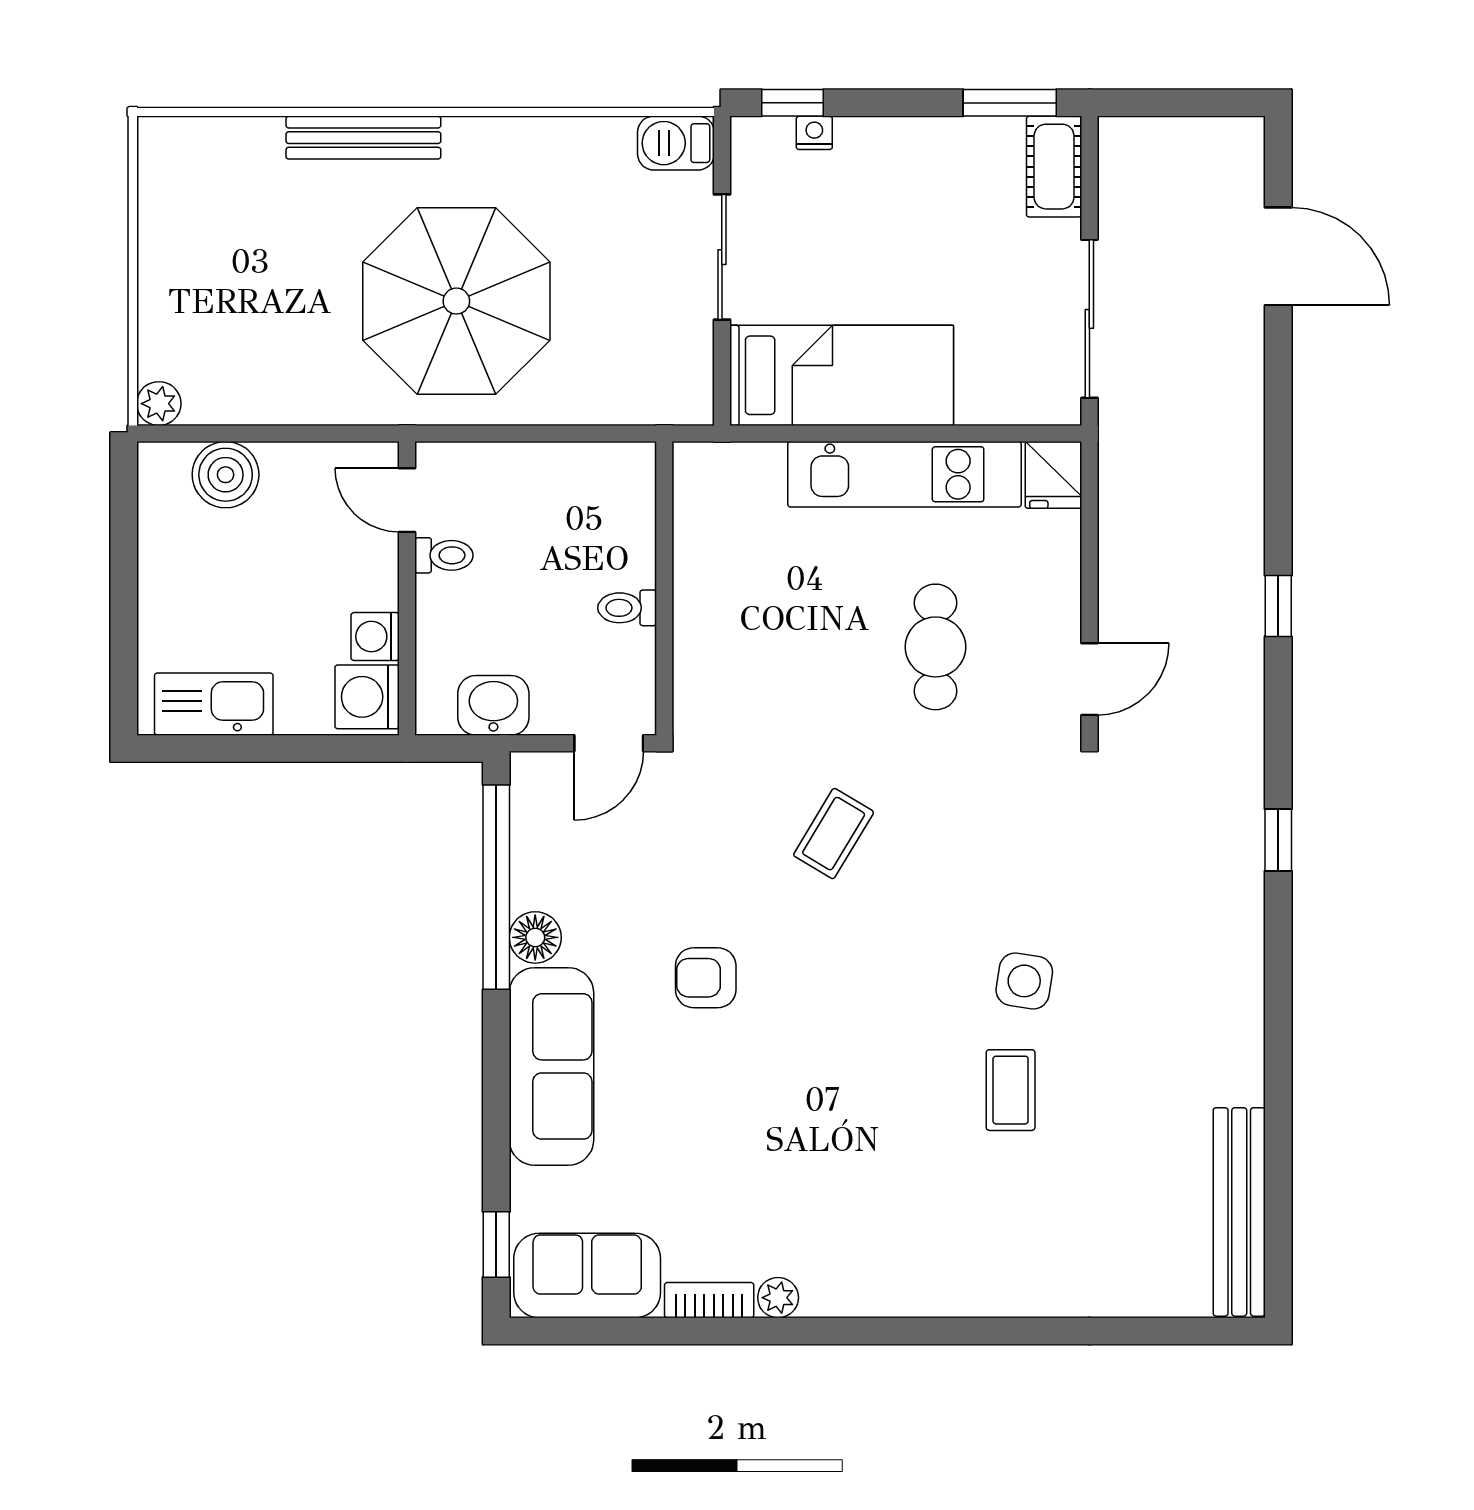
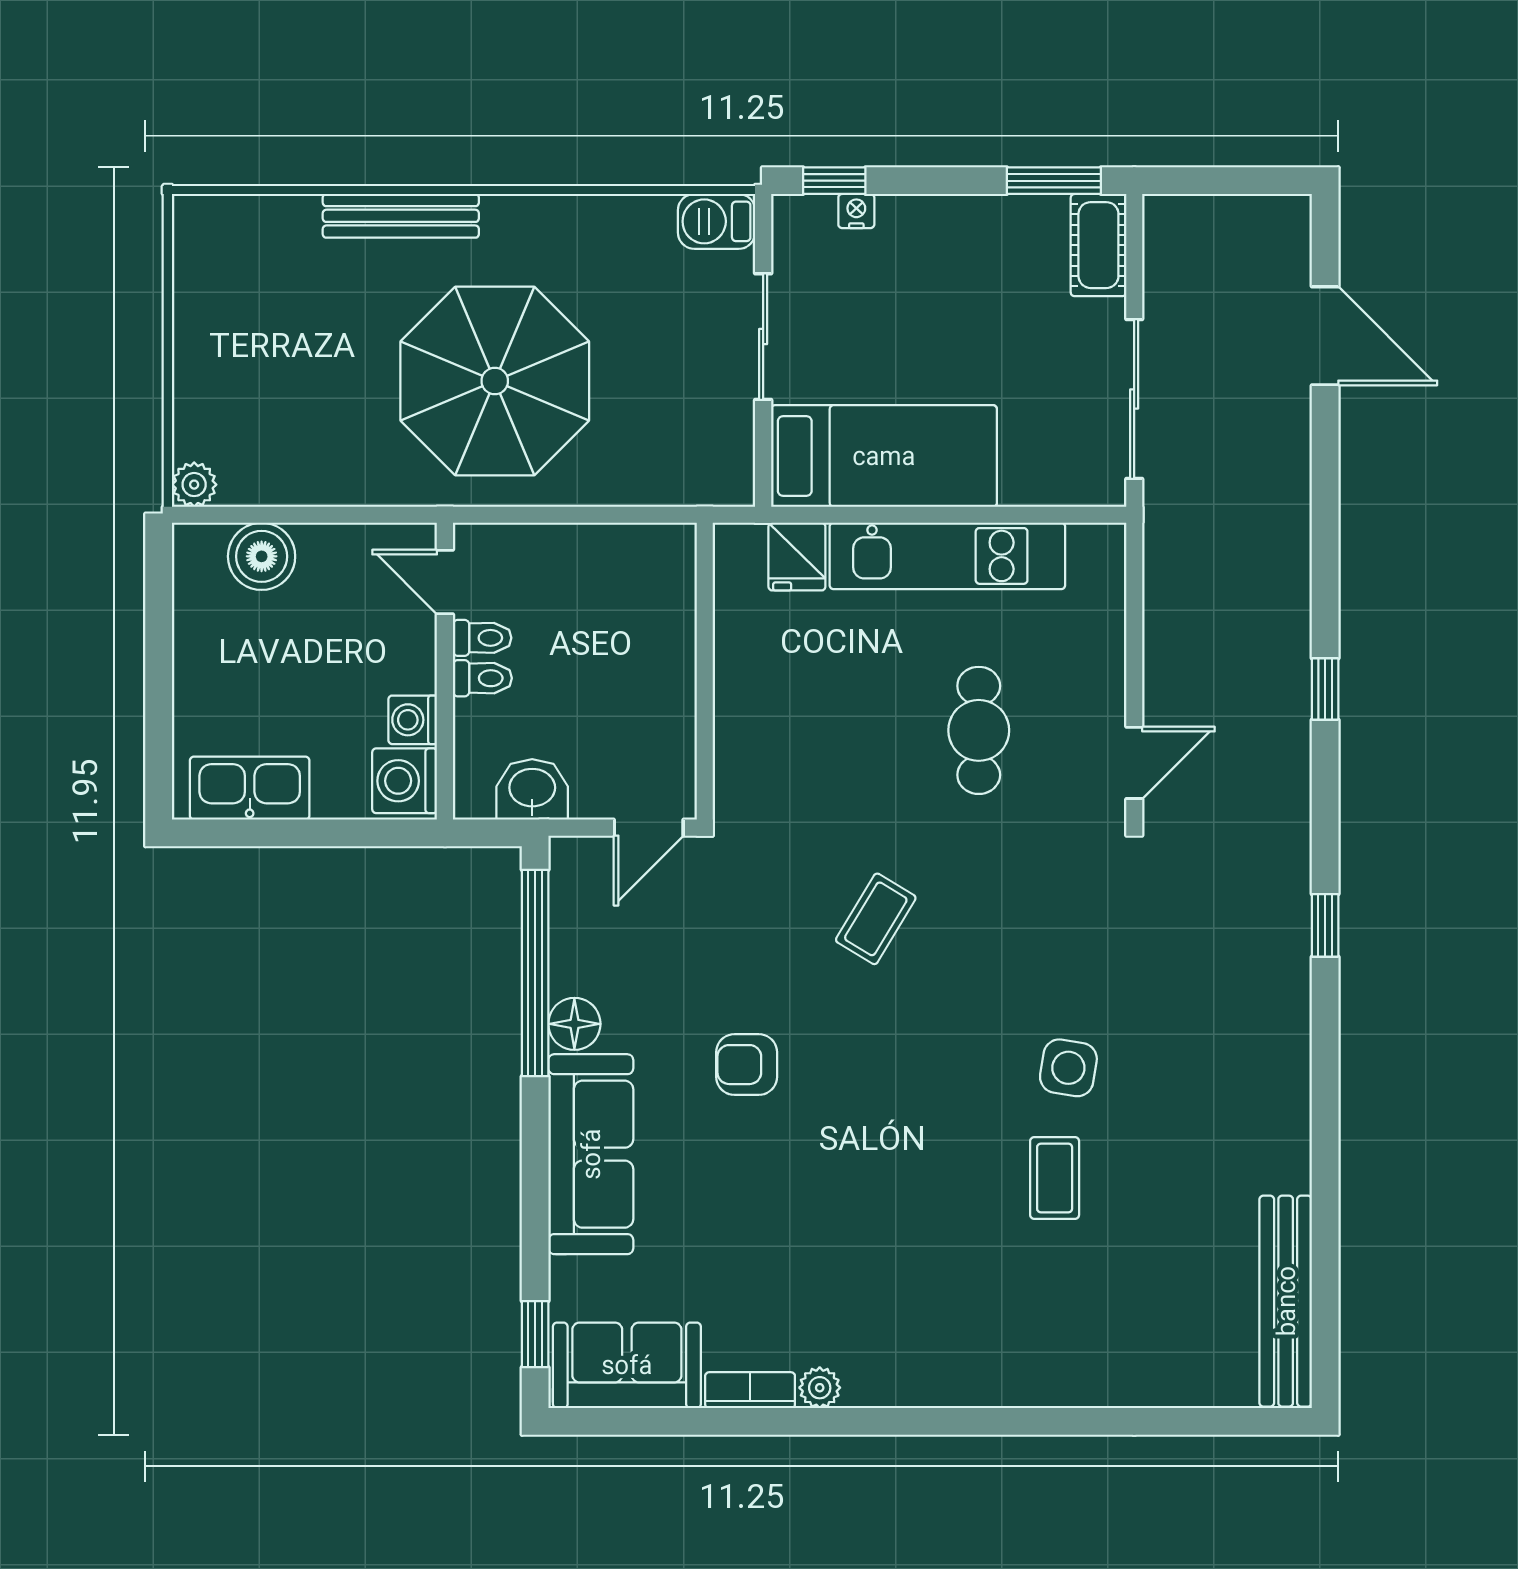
fridge: (1053, 475) -> (797, 557), moved
toilet: (627, 608) -> (482, 678), moved, turned 180

